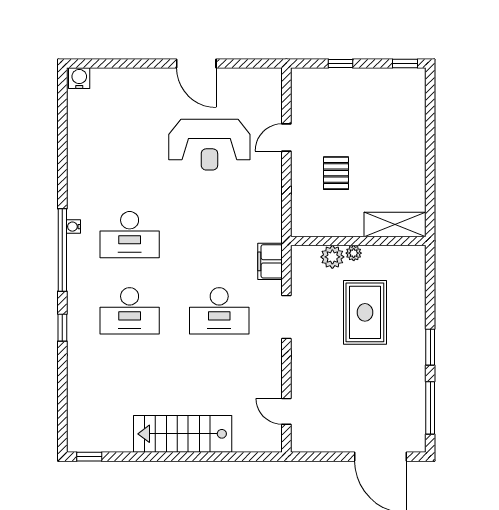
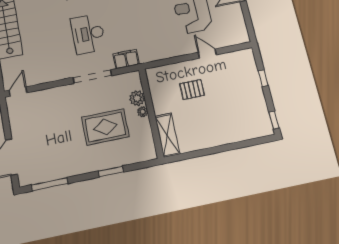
doorway: (286, 317) -> (92, 77), width x1.36
window: (430, 347) -> (111, 172), moved
door: (286, 411) -> (18, 91), moved

